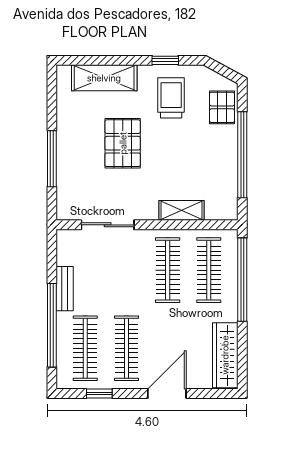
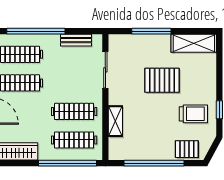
shelving: (104, 78) -> (194, 43), moved, turned 90
bench: (65, 289) -> (76, 40), moved

